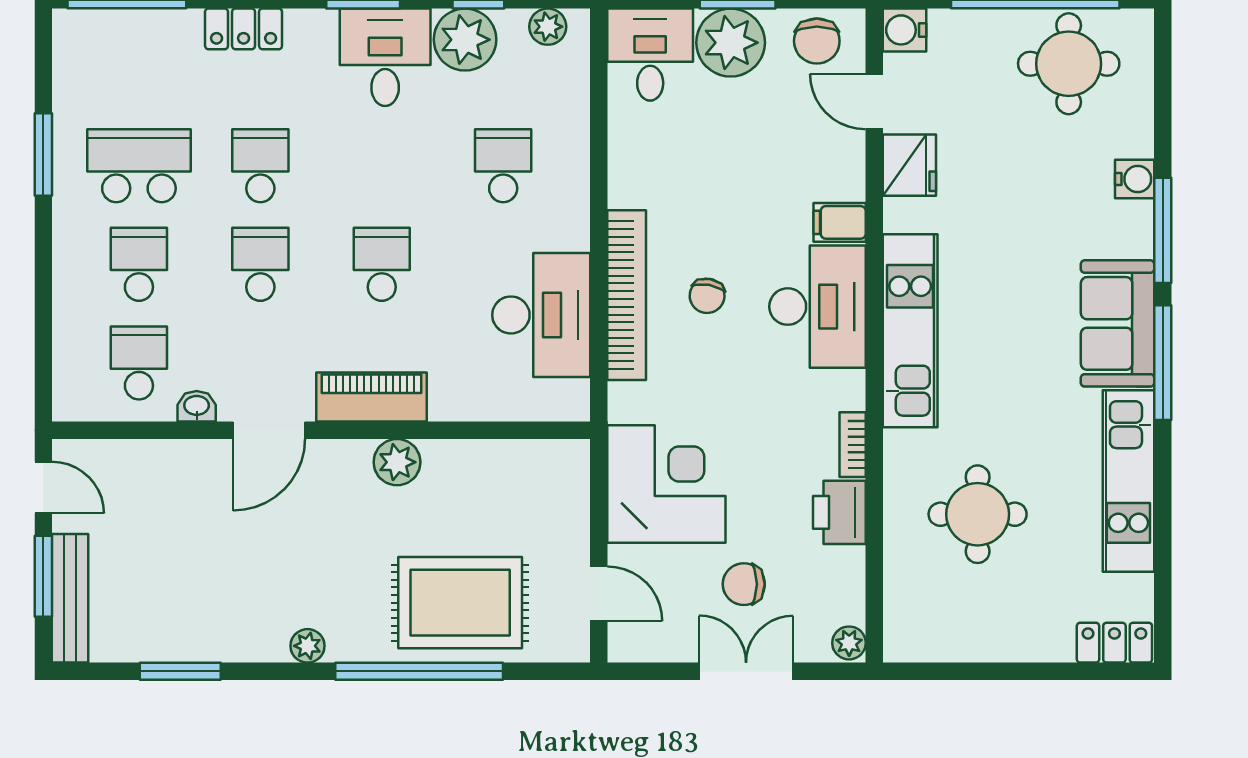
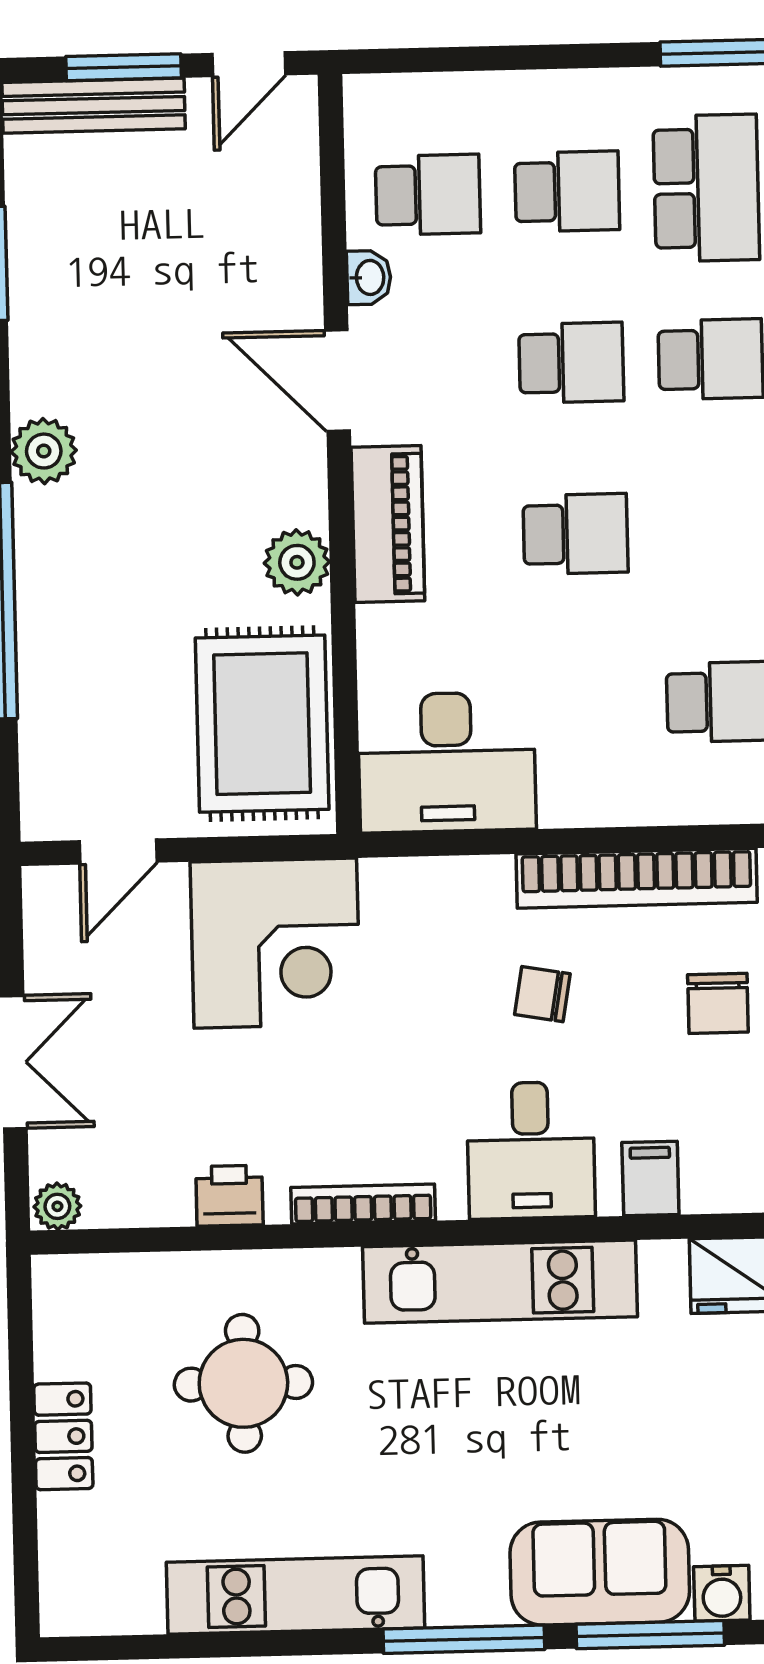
bookcase: (627, 295) -> (637, 878), moved
desk: (818, 307) -> (531, 1150), width x0.73
desk: (541, 315) -> (447, 762), moved
sofa: (1118, 323) -> (600, 1572), moved
bookcase: (853, 445) -> (363, 1204), width x1.56
printer: (839, 512) -> (229, 1196), width x0.73, depth x0.81
chair: (744, 584) -> (718, 1003), moved, turned 180
rug: (460, 603) -> (262, 724), moved
locker: (1114, 643) -> (63, 1436), moved
plant: (307, 646) -> (44, 451), width x1.38, depth x1.38

